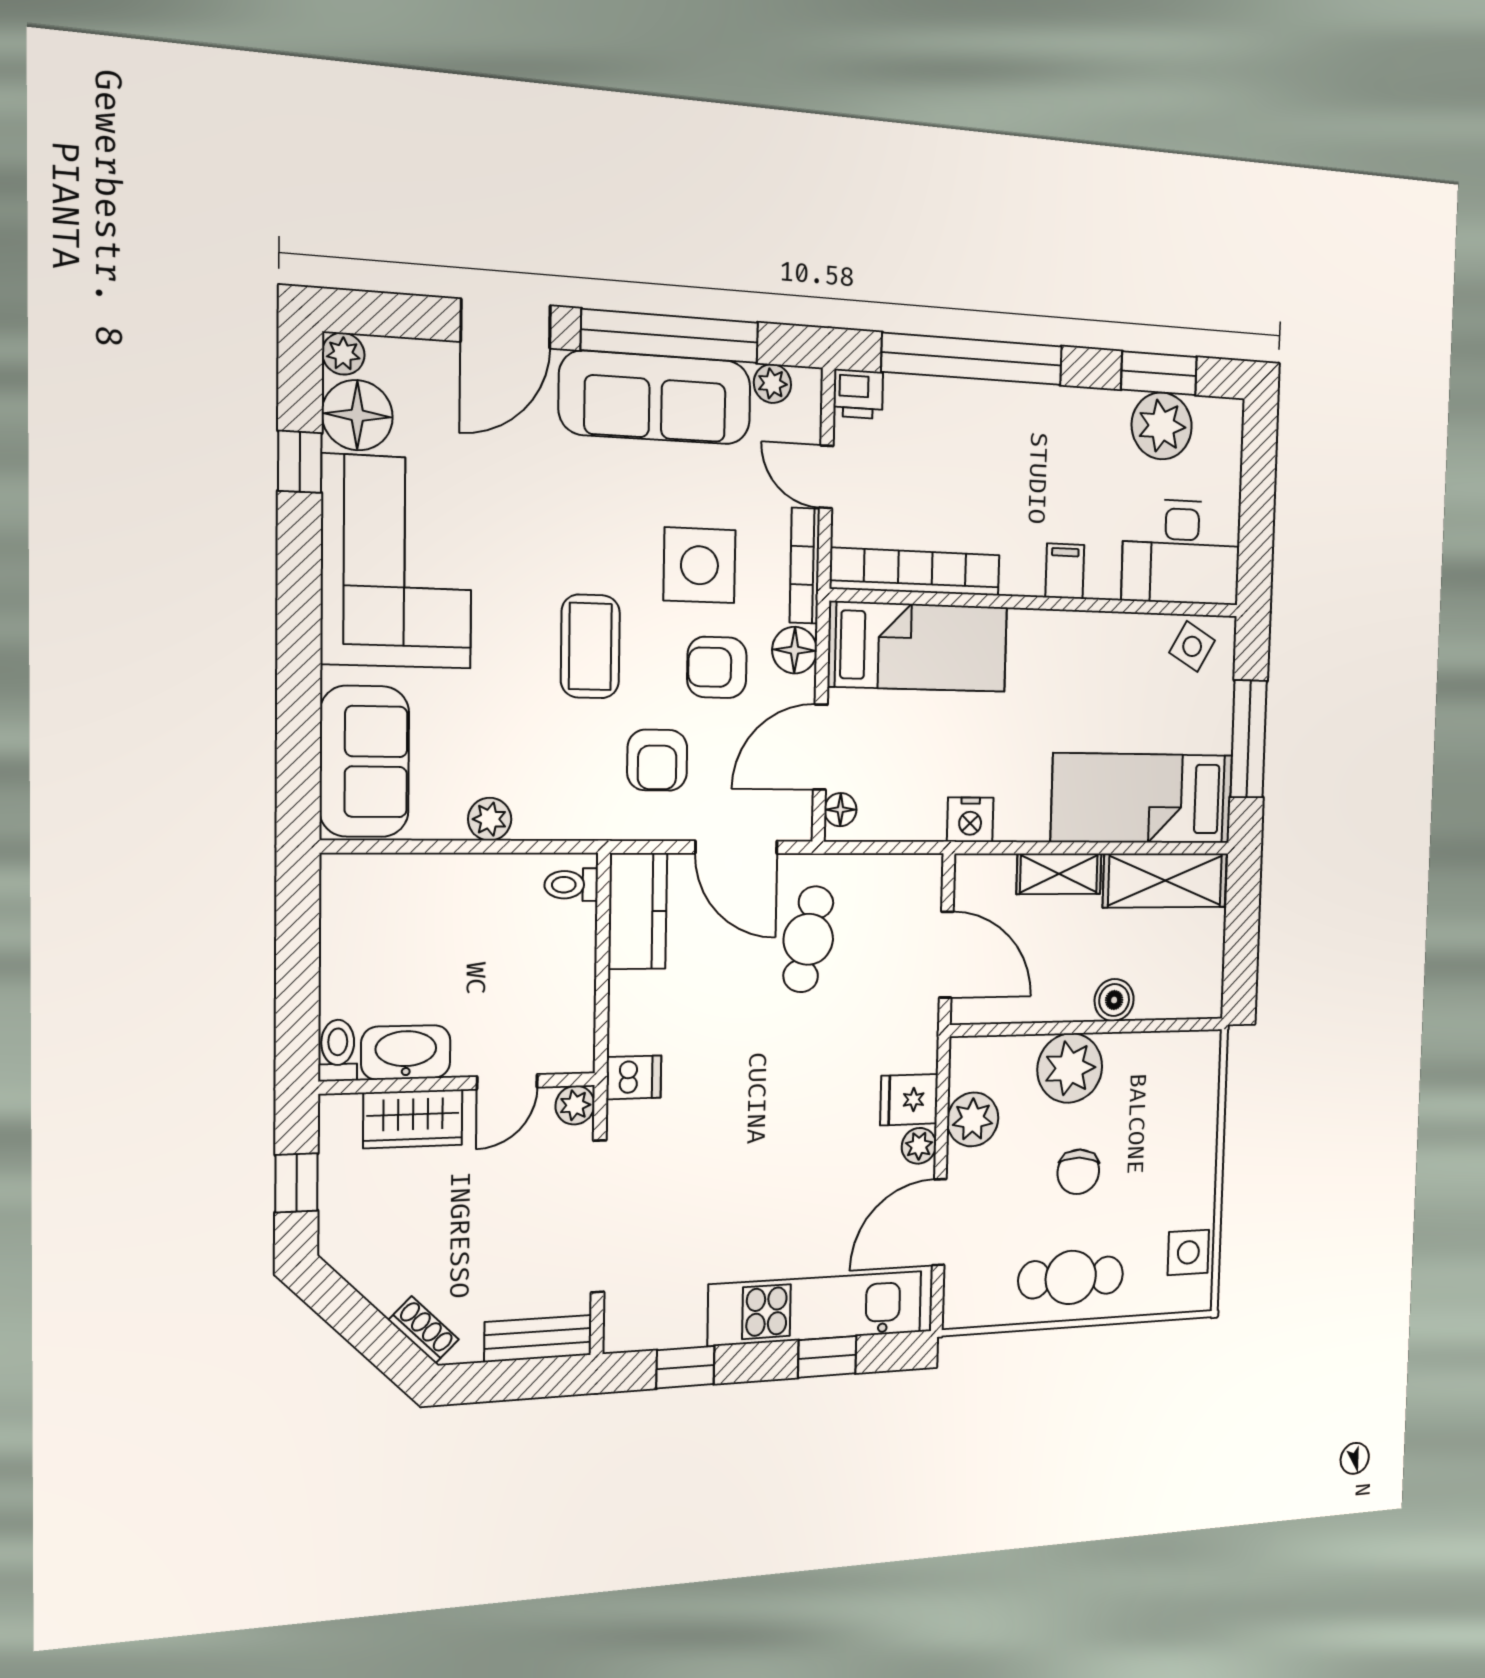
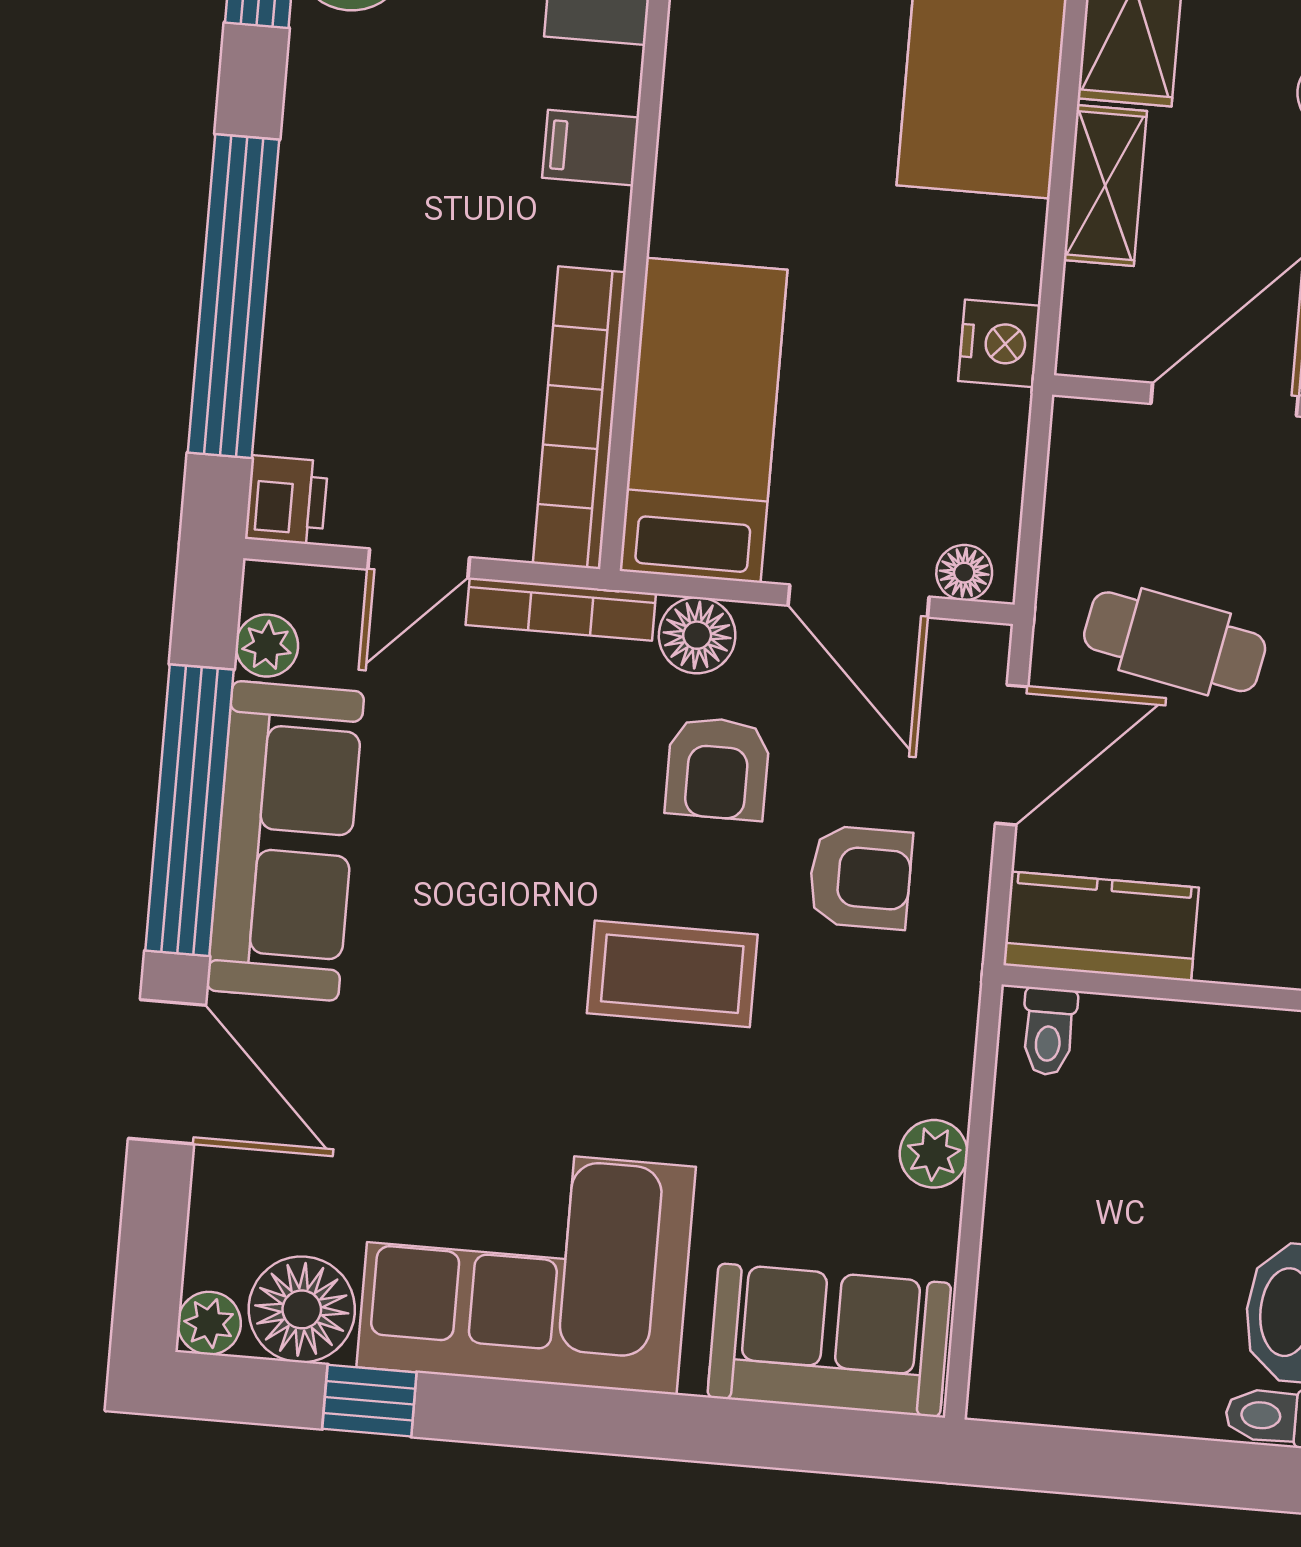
side table: (699, 565) -> (552, 786), removed

